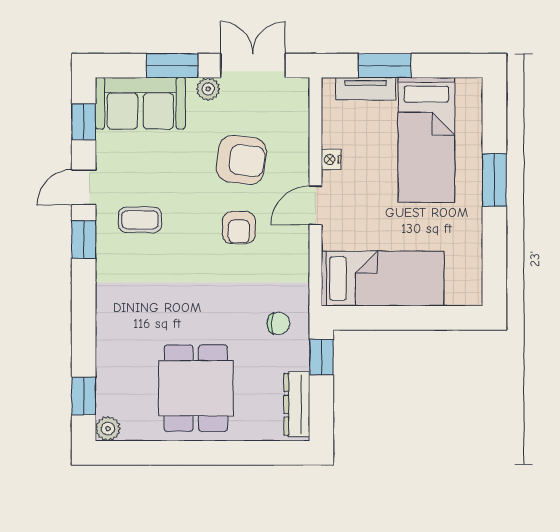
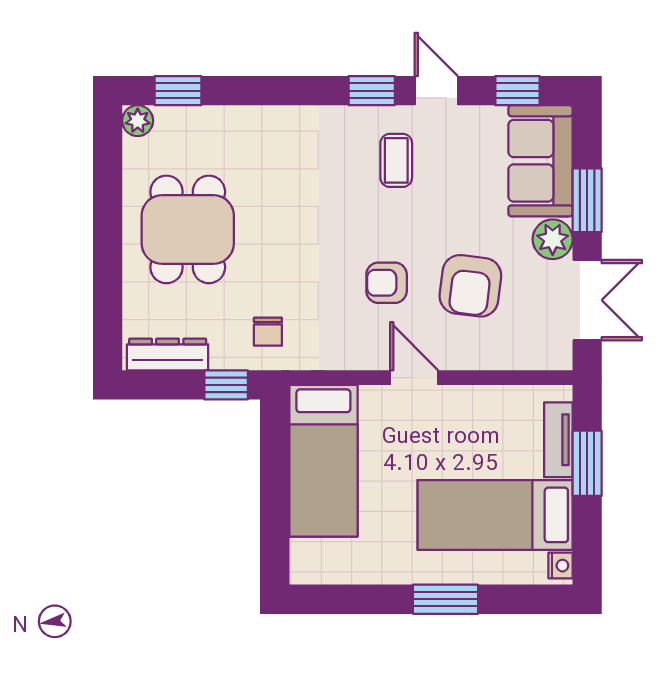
plant: (208, 89) -> (553, 239), width x1.38, depth x1.38
nightstand: (331, 159) -> (561, 566), moved, turned 90
dining table: (196, 388) -> (188, 229), turned 90

